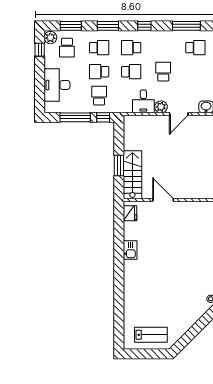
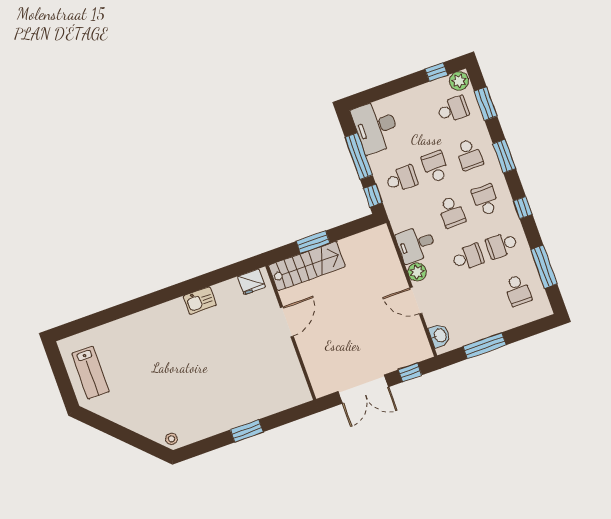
school desk: (67, 48) -> (453, 109), turned 180
school desk: (163, 48) -> (502, 245), added
desk: (57, 85) -> (376, 127), moved, turned -90

